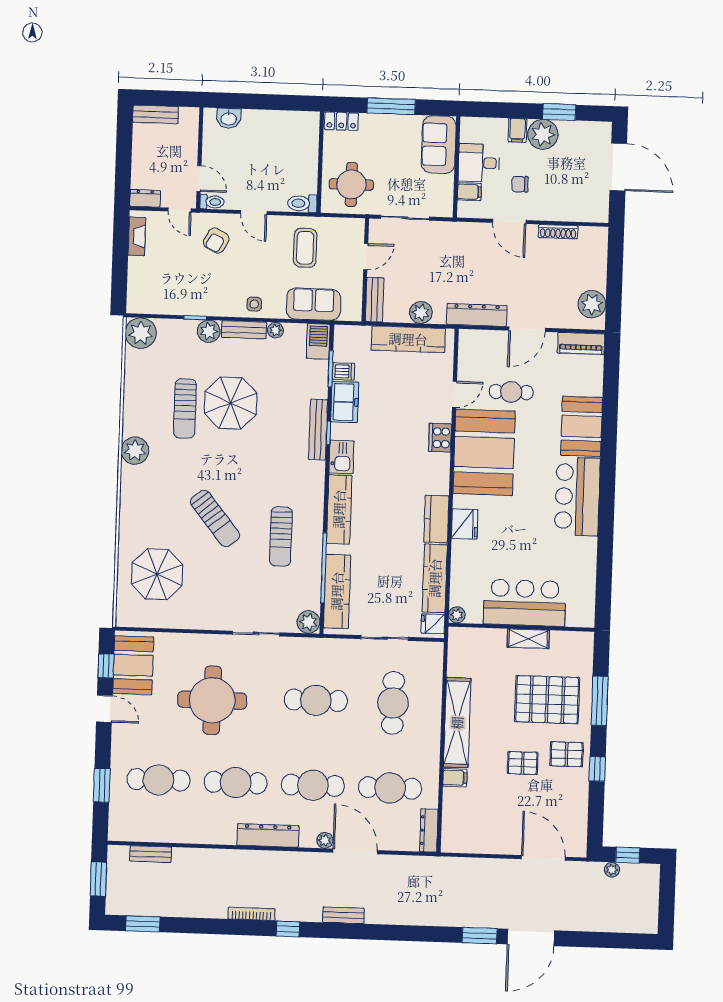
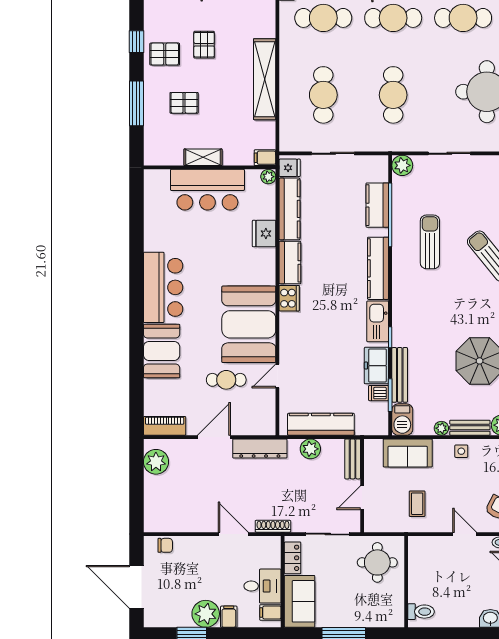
locker: (341, 121) -> (293, 558), moved, turned 90
chair: (520, 184) -> (165, 545), moved
filing cabinet: (469, 192) -> (270, 612), moved
toilet: (302, 203) -> (421, 612), moved
shoe rack: (558, 232) -> (273, 526), moved
coffee table: (305, 248) -> (417, 504), width x0.73, depth x0.77
bench: (318, 430) -> (400, 375), moved
cooker: (440, 438) -> (289, 298), moved
kitchen sink: (341, 457) -> (378, 321), width x1.38
fridge: (465, 524) -> (264, 234), moved
kitchen counter: (337, 591) -> (377, 205), width x0.67
cafe table: (316, 700) -> (393, 95), turned 90
pallet: (547, 700) -> (184, 103), width x0.49, depth x0.50
pallet: (523, 763) -> (204, 45), turned 90
filing cabinet: (455, 778) -> (265, 158), moved

